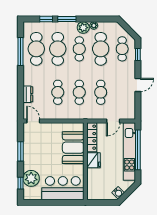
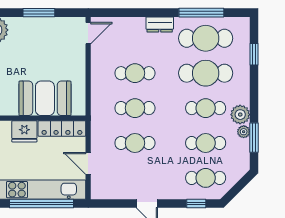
window: (67, 19) -> (254, 138), moved
cafe table: (101, 49) -> (206, 143), width x0.73, depth x0.74
dresser: (28, 94) -> (160, 24), moved

